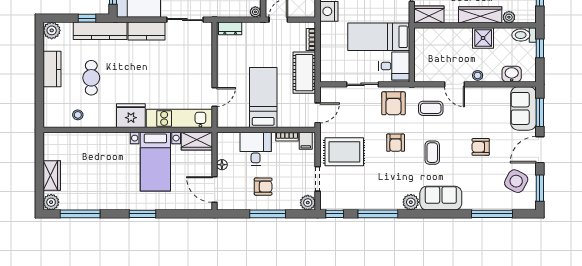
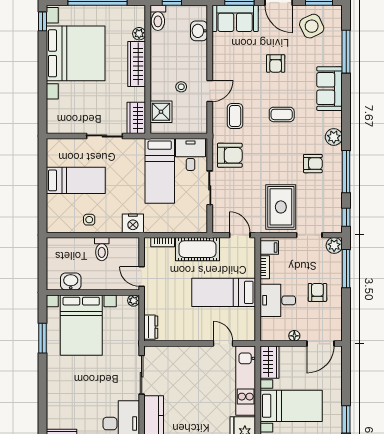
shower: (483, 38) -> (161, 112), moved
stool: (478, 75) -> (181, 87), moved
armchair: (396, 143) -> (313, 164), moved
side table: (516, 181) -> (312, 26), turned 36
sofa: (441, 198) -> (330, 89), moved
window: (268, 214) -> (346, 269), moved

